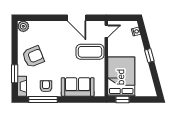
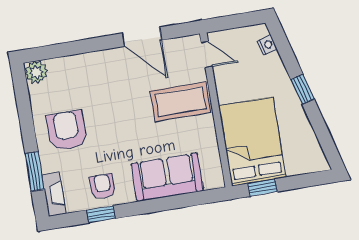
door: (106, 31) -> (207, 54), hinge flipped
armchair: (33, 57) -> (67, 131), turned -68
window: (43, 99) -> (101, 214), width x0.46

